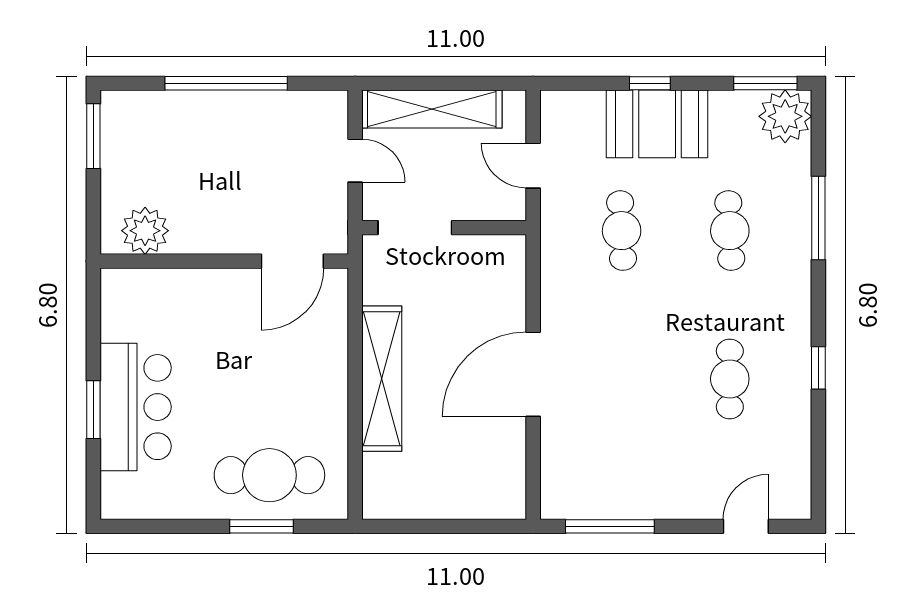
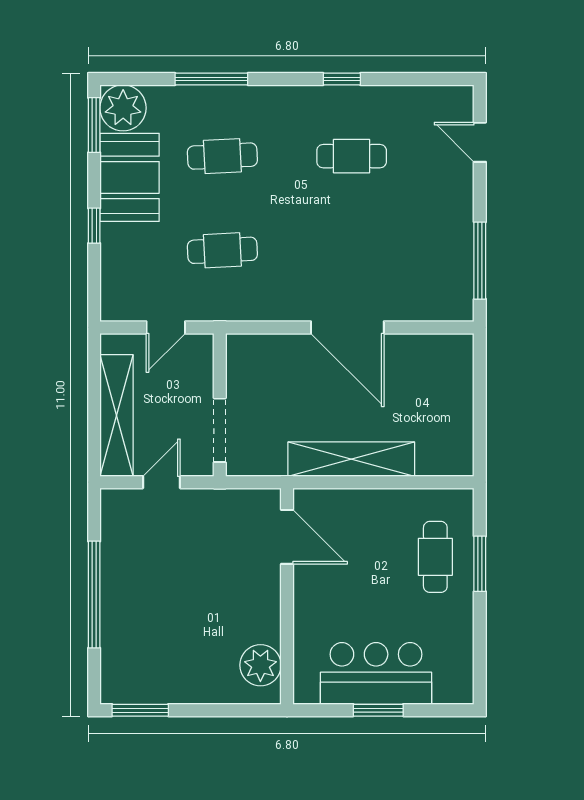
booth: (657, 124) -> (130, 177), moved
plant: (145, 231) -> (260, 665), moved
wall: (224, 261) -> (287, 596), moved
door: (292, 261) -> (287, 537), moved
cafe table: (269, 475) -> (435, 557), width x0.73, depth x0.74

